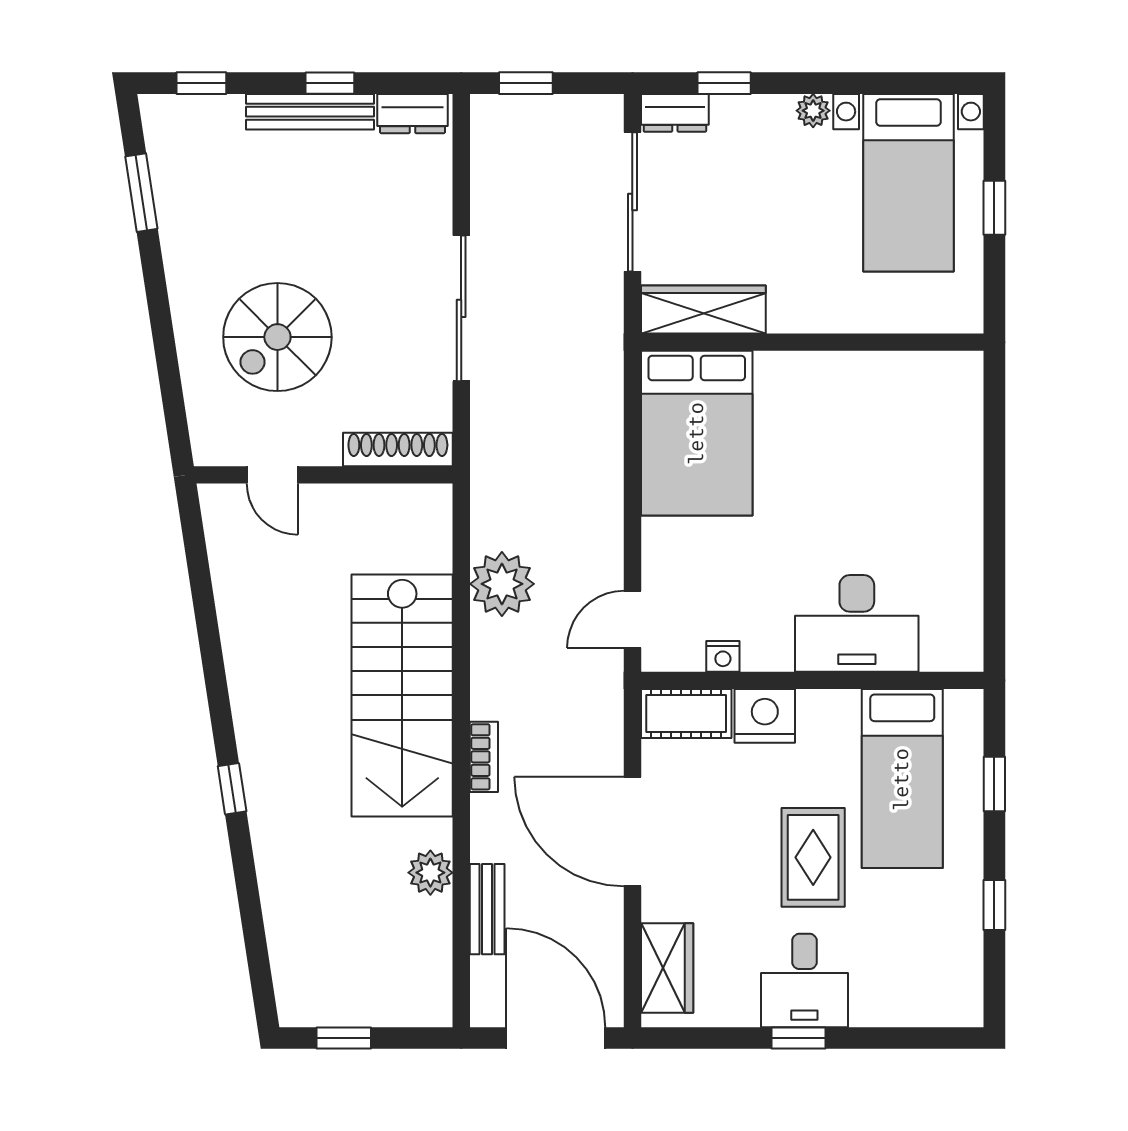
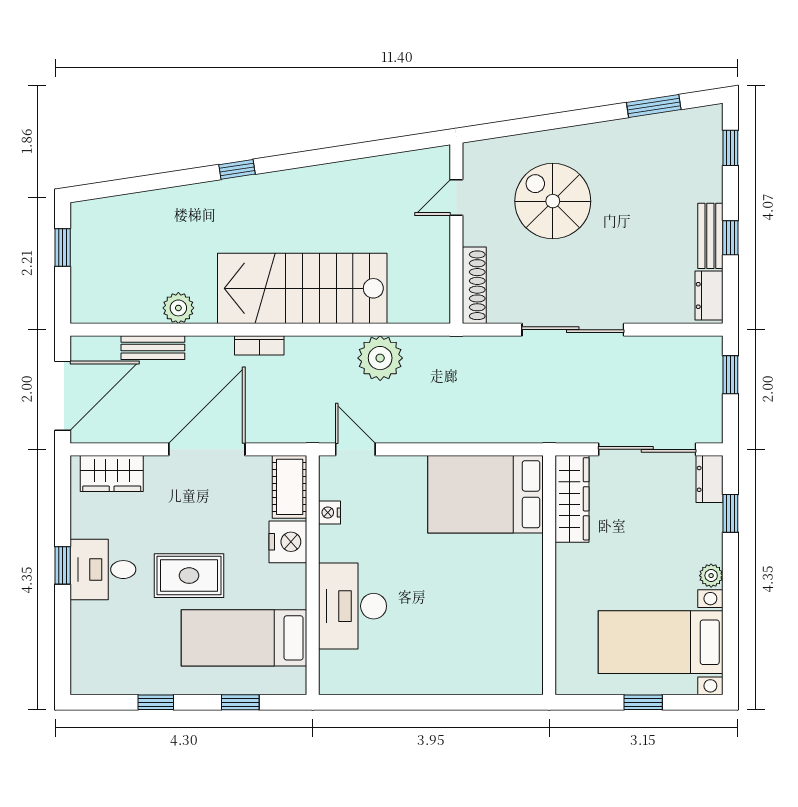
bench: (310, 112) -> (710, 236), width x0.73

